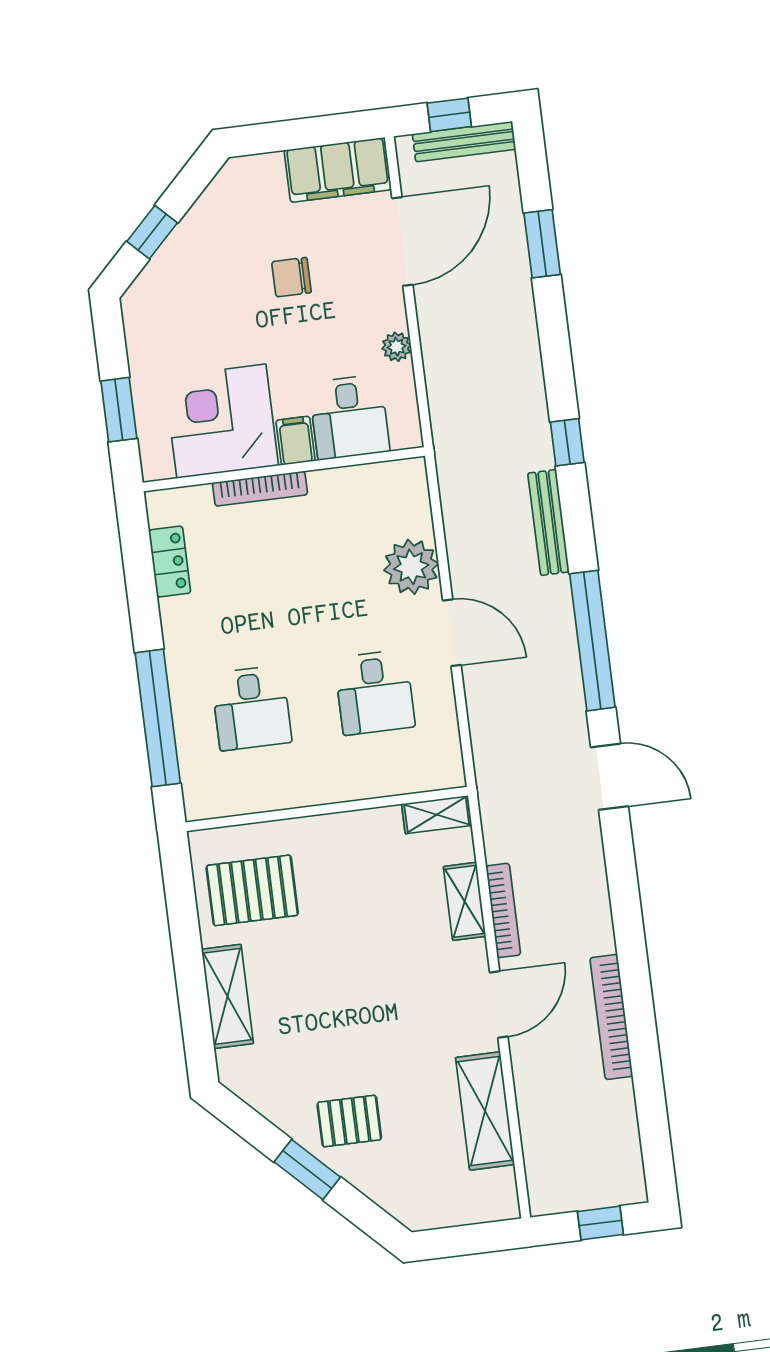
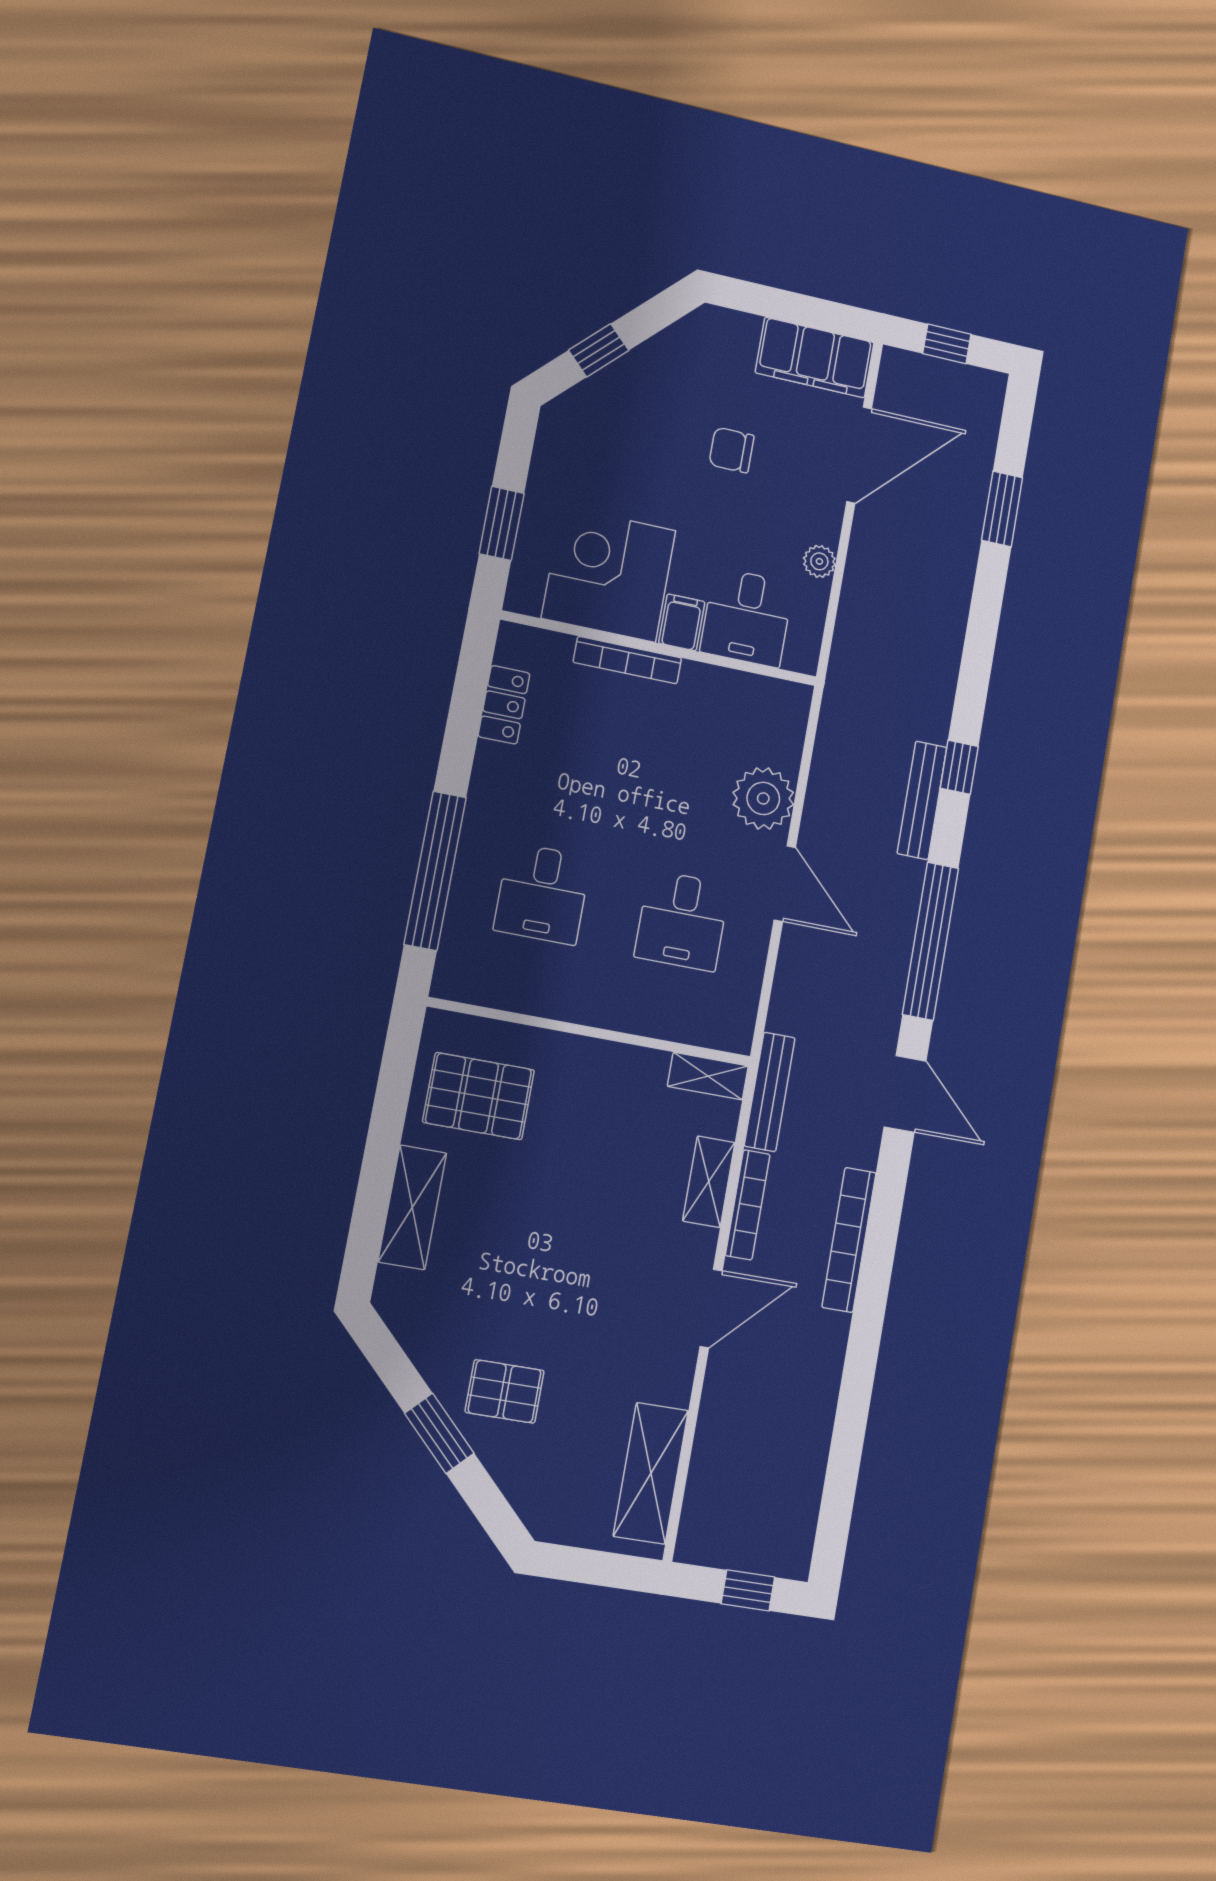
bench: (464, 142) -> (770, 1092), moved, turned 90
window: (567, 442) -> (959, 767), moved
bookcase: (611, 1017) -> (849, 1240), moved
shelving: (485, 1111) -> (651, 1473), moved

